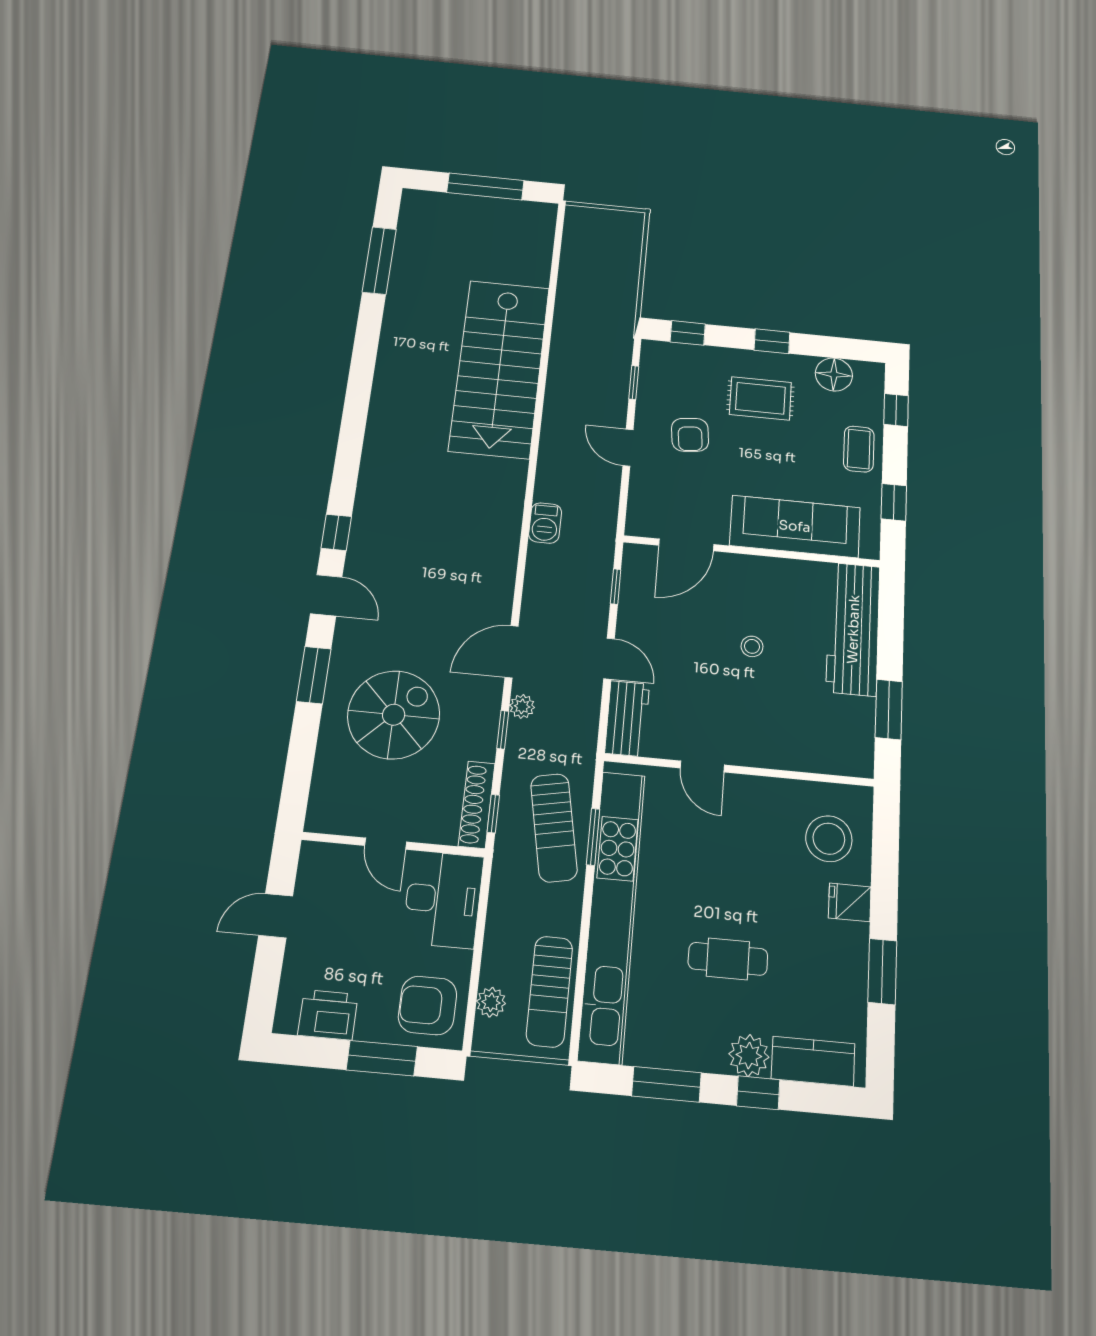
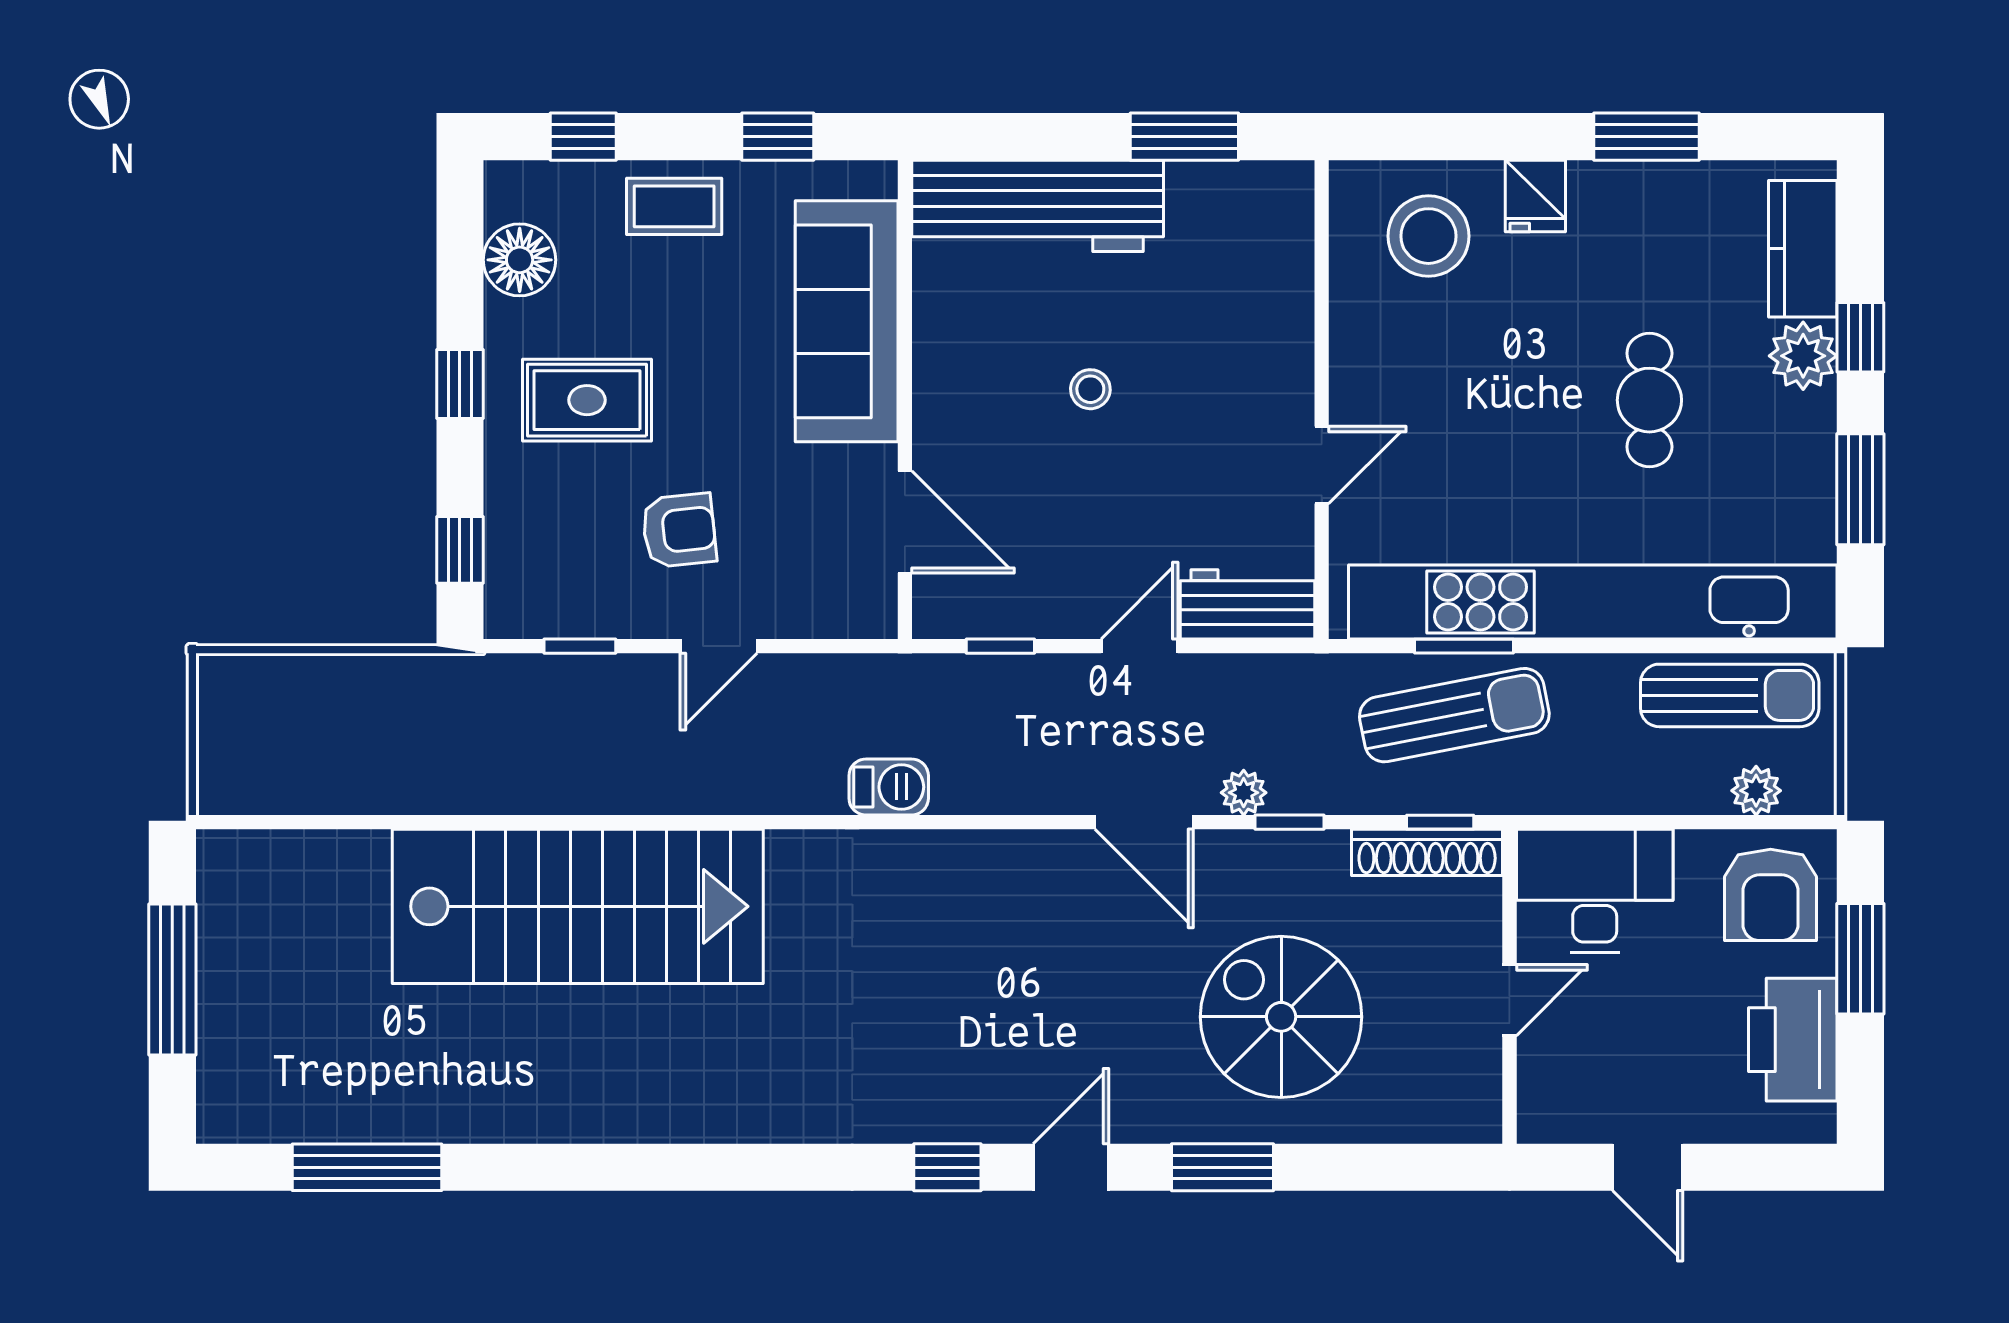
rug: (760, 398) -> (587, 400), turned 90
printer: (328, 1015) -> (1793, 1040), width x1.37, depth x1.19

